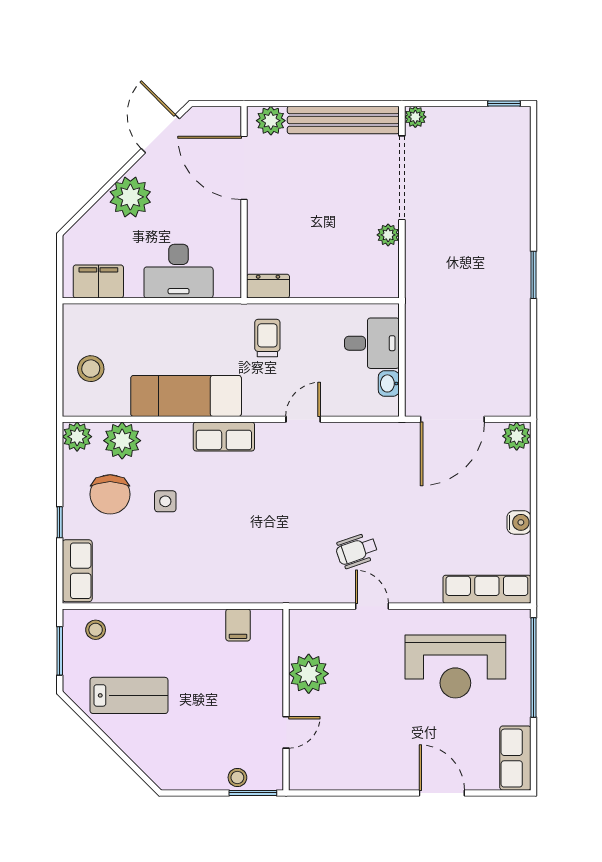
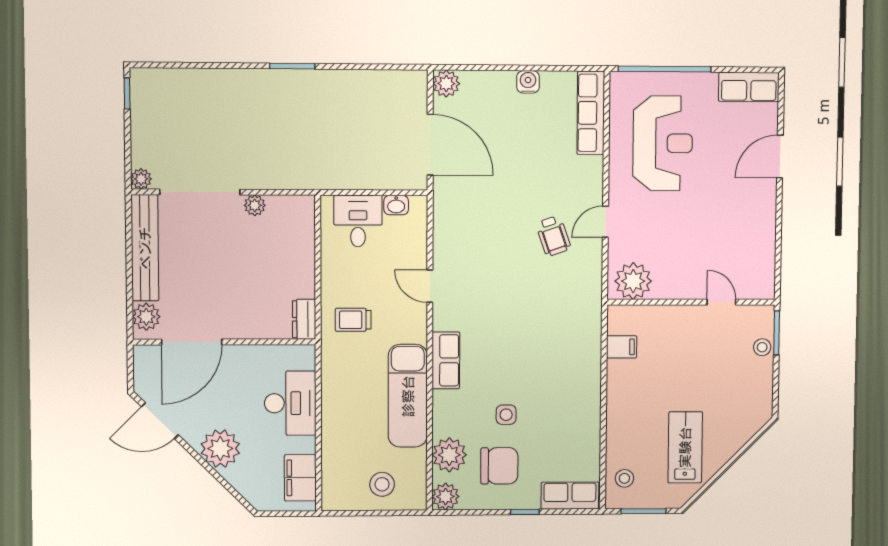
plant: (309, 674) -> (633, 281), moved

